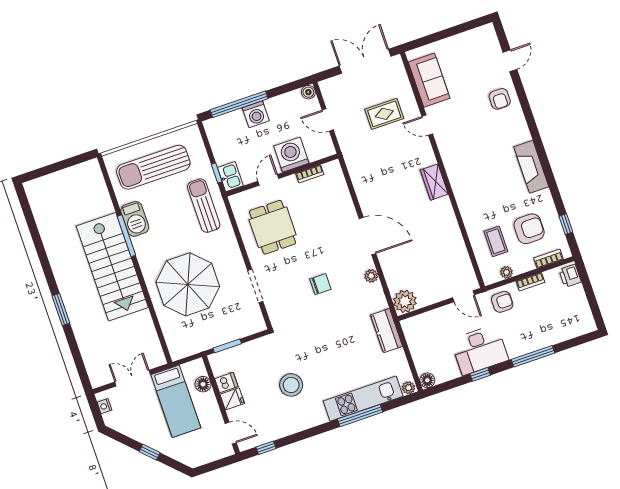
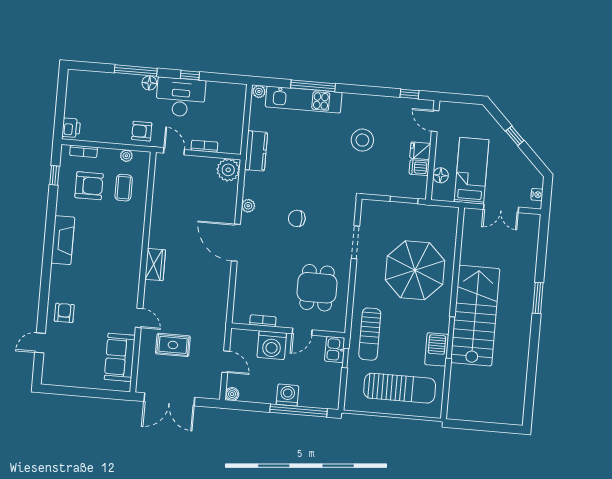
armchair: (529, 229) -> (89, 186), turned 180
bookcase: (530, 282) -> (204, 146), moved
floor lamp: (427, 380) -> (149, 83), moved

